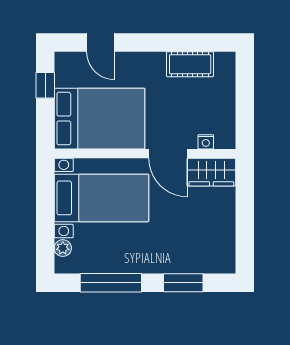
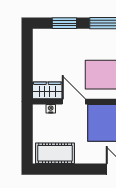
cot: (190, 64) -> (55, 153), width x1.37, depth x1.34

